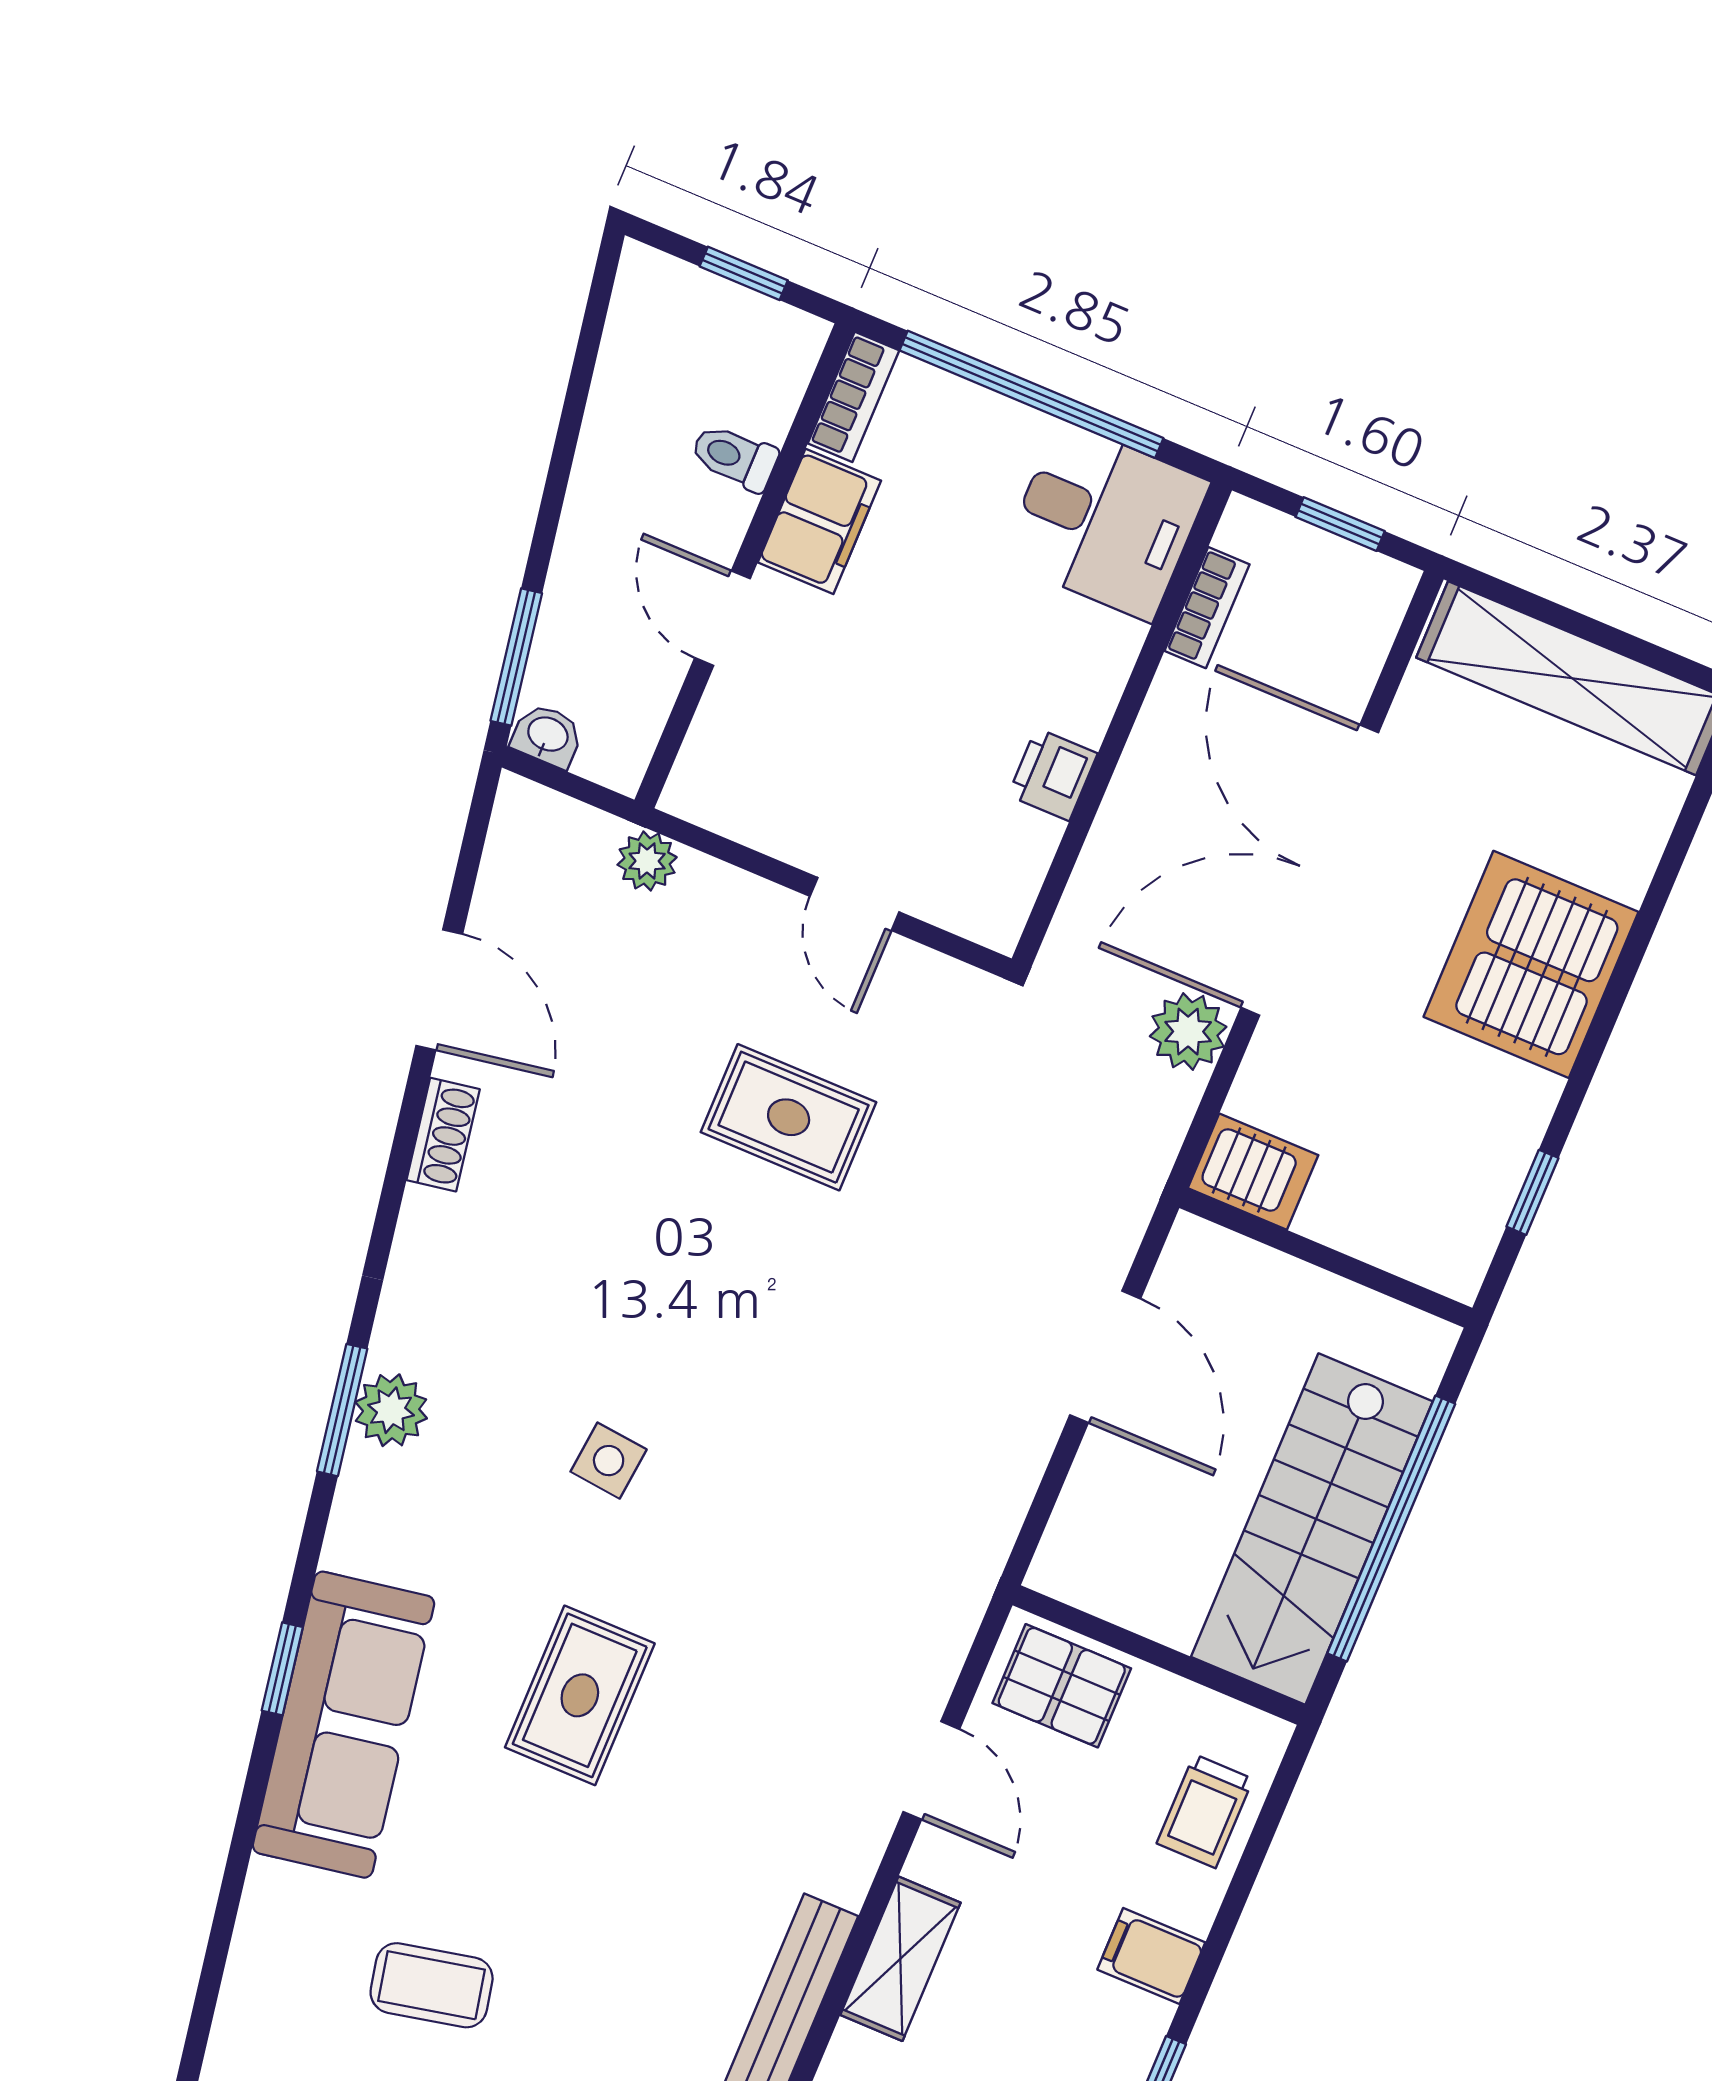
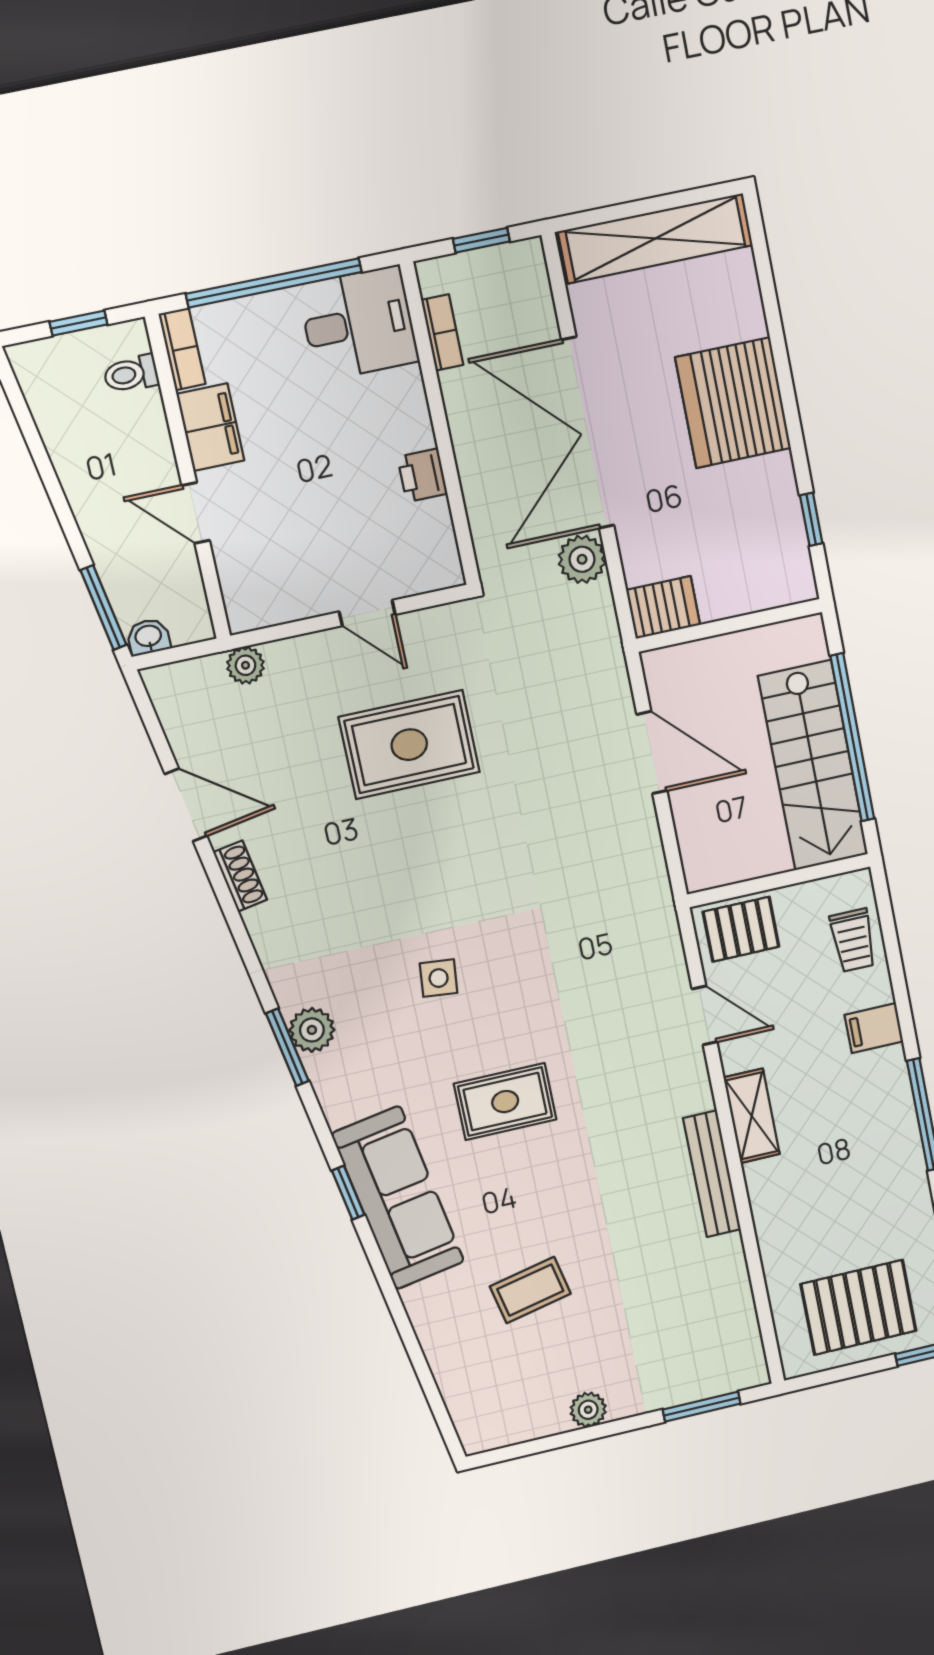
toilet: (734, 457) -> (131, 374), moved
rug: (789, 1117) -> (409, 745), width x1.36, depth x1.43
rug: (580, 1695) -> (505, 1102), turned 90

